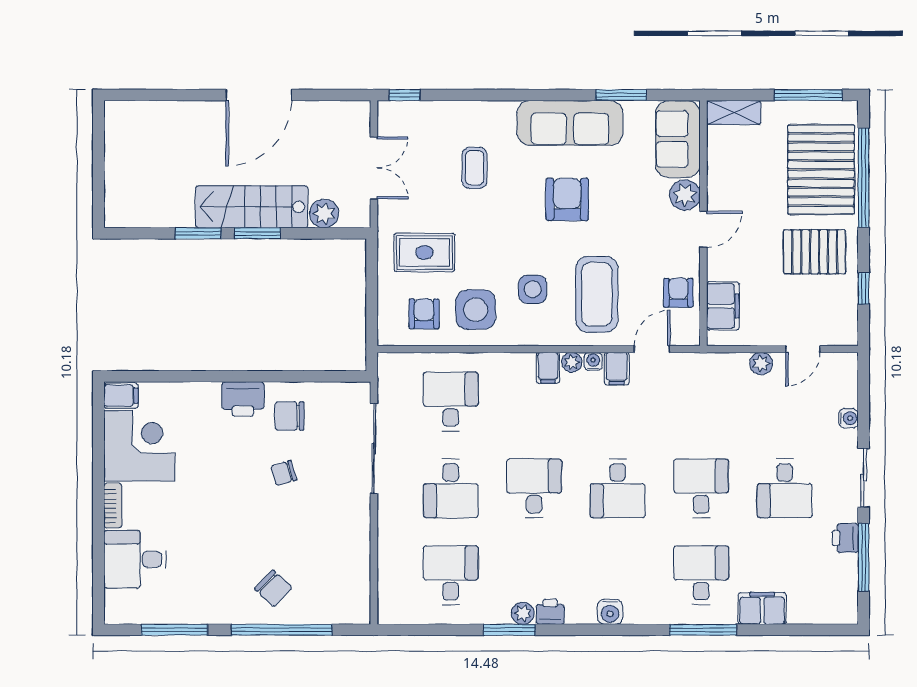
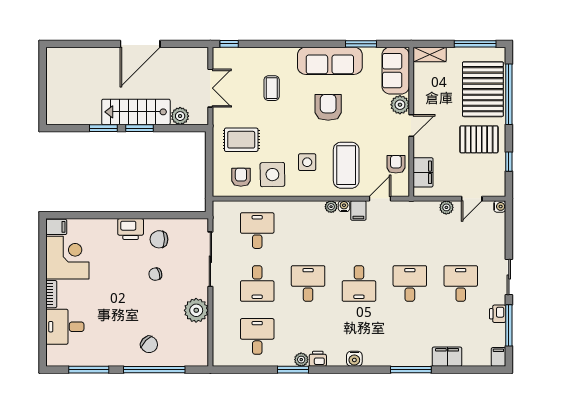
filing cabinet: (548, 368) -> (498, 357), moved, turned 180
water cooler: (849, 418) -> (500, 206), moved
desk: (785, 488) -> (461, 283), turned 180
plant: (351, 532) -> (196, 310), added
desk: (701, 575) -> (410, 336), removed

